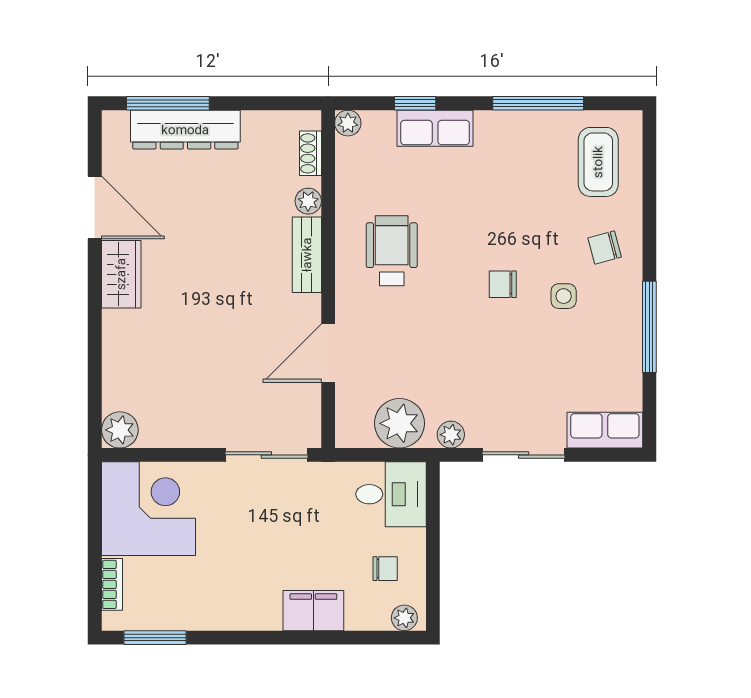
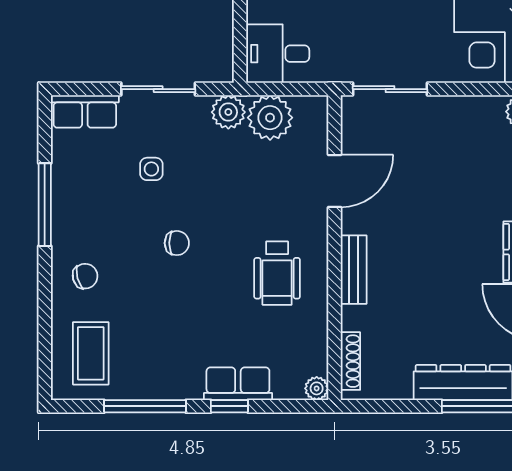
window: (415, 103) -> (229, 406), moved
shoe rack: (310, 153) -> (350, 361), width x1.43
plant: (308, 201) -> (352, 318), removed
side table: (564, 296) -> (151, 169), moved
plant: (451, 435) -> (228, 112), width x1.38, depth x1.38

